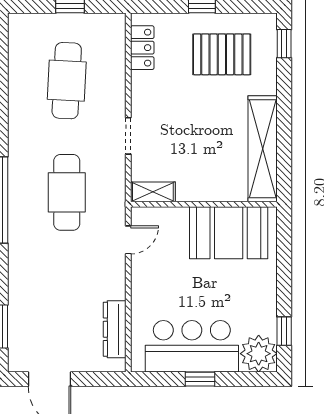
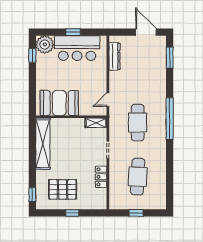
locker: (142, 48) -> (101, 177), moved

